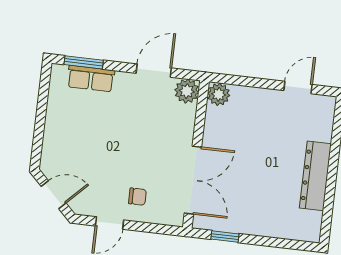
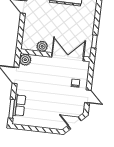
plant: (219, 94) -> (42, 46), moved
door: (54, 195) -> (74, 123), hinge flipped

